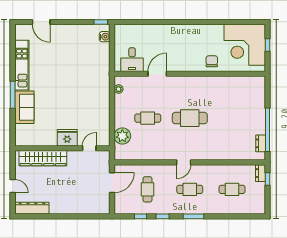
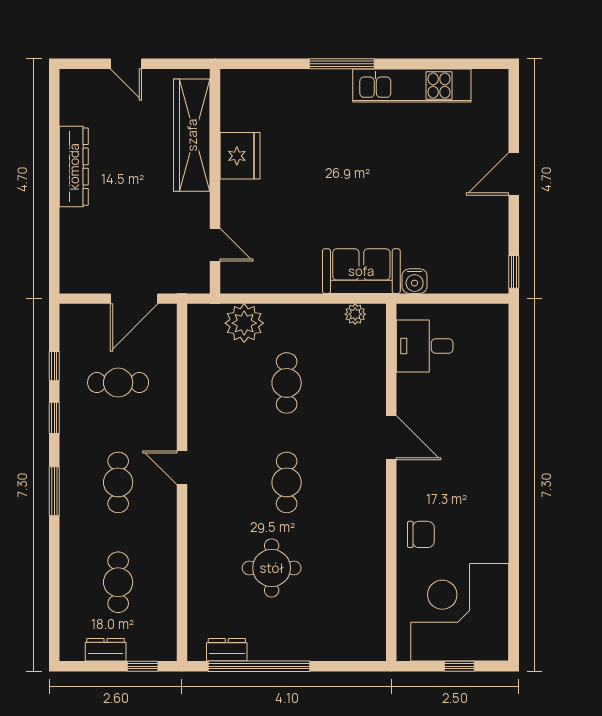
door: (41, 22) -> (514, 174), moved
water cooler: (105, 37) -> (415, 281), moved
door: (157, 74) -> (391, 438), moved
sofa: (24, 107) -> (361, 271), moved, turned 180
cafe table: (190, 118) -> (287, 482), width x0.73, depth x0.74
round table: (226, 124) -> (272, 568), added
fridge: (67, 138) -> (240, 156), moved
dresser: (261, 173) -> (106, 650), moved
door: (112, 183) -> (134, 299), hinge flipped
door: (13, 186) -> (126, 64), hinge flipped
dresser: (32, 208) -> (74, 167), moved

